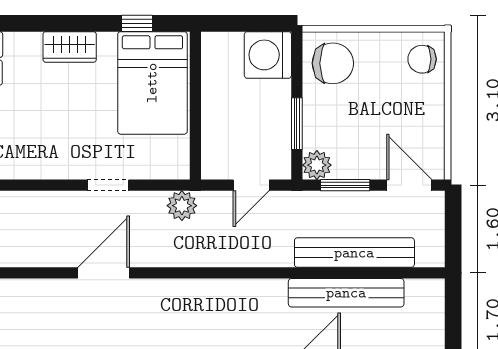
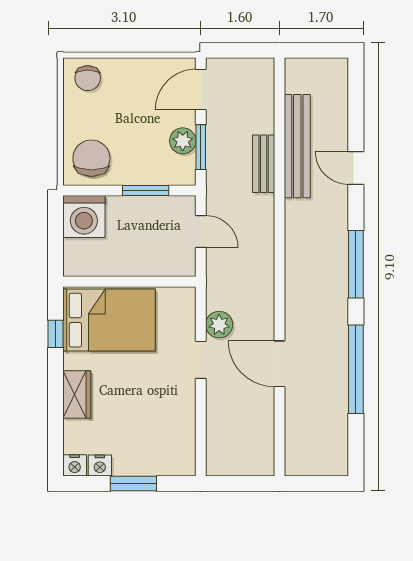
plant: (317, 165) -> (183, 141), moved
plant: (182, 206) -> (219, 325), moved
bench: (354, 253) -> (264, 164), width x0.54, depth x0.82

